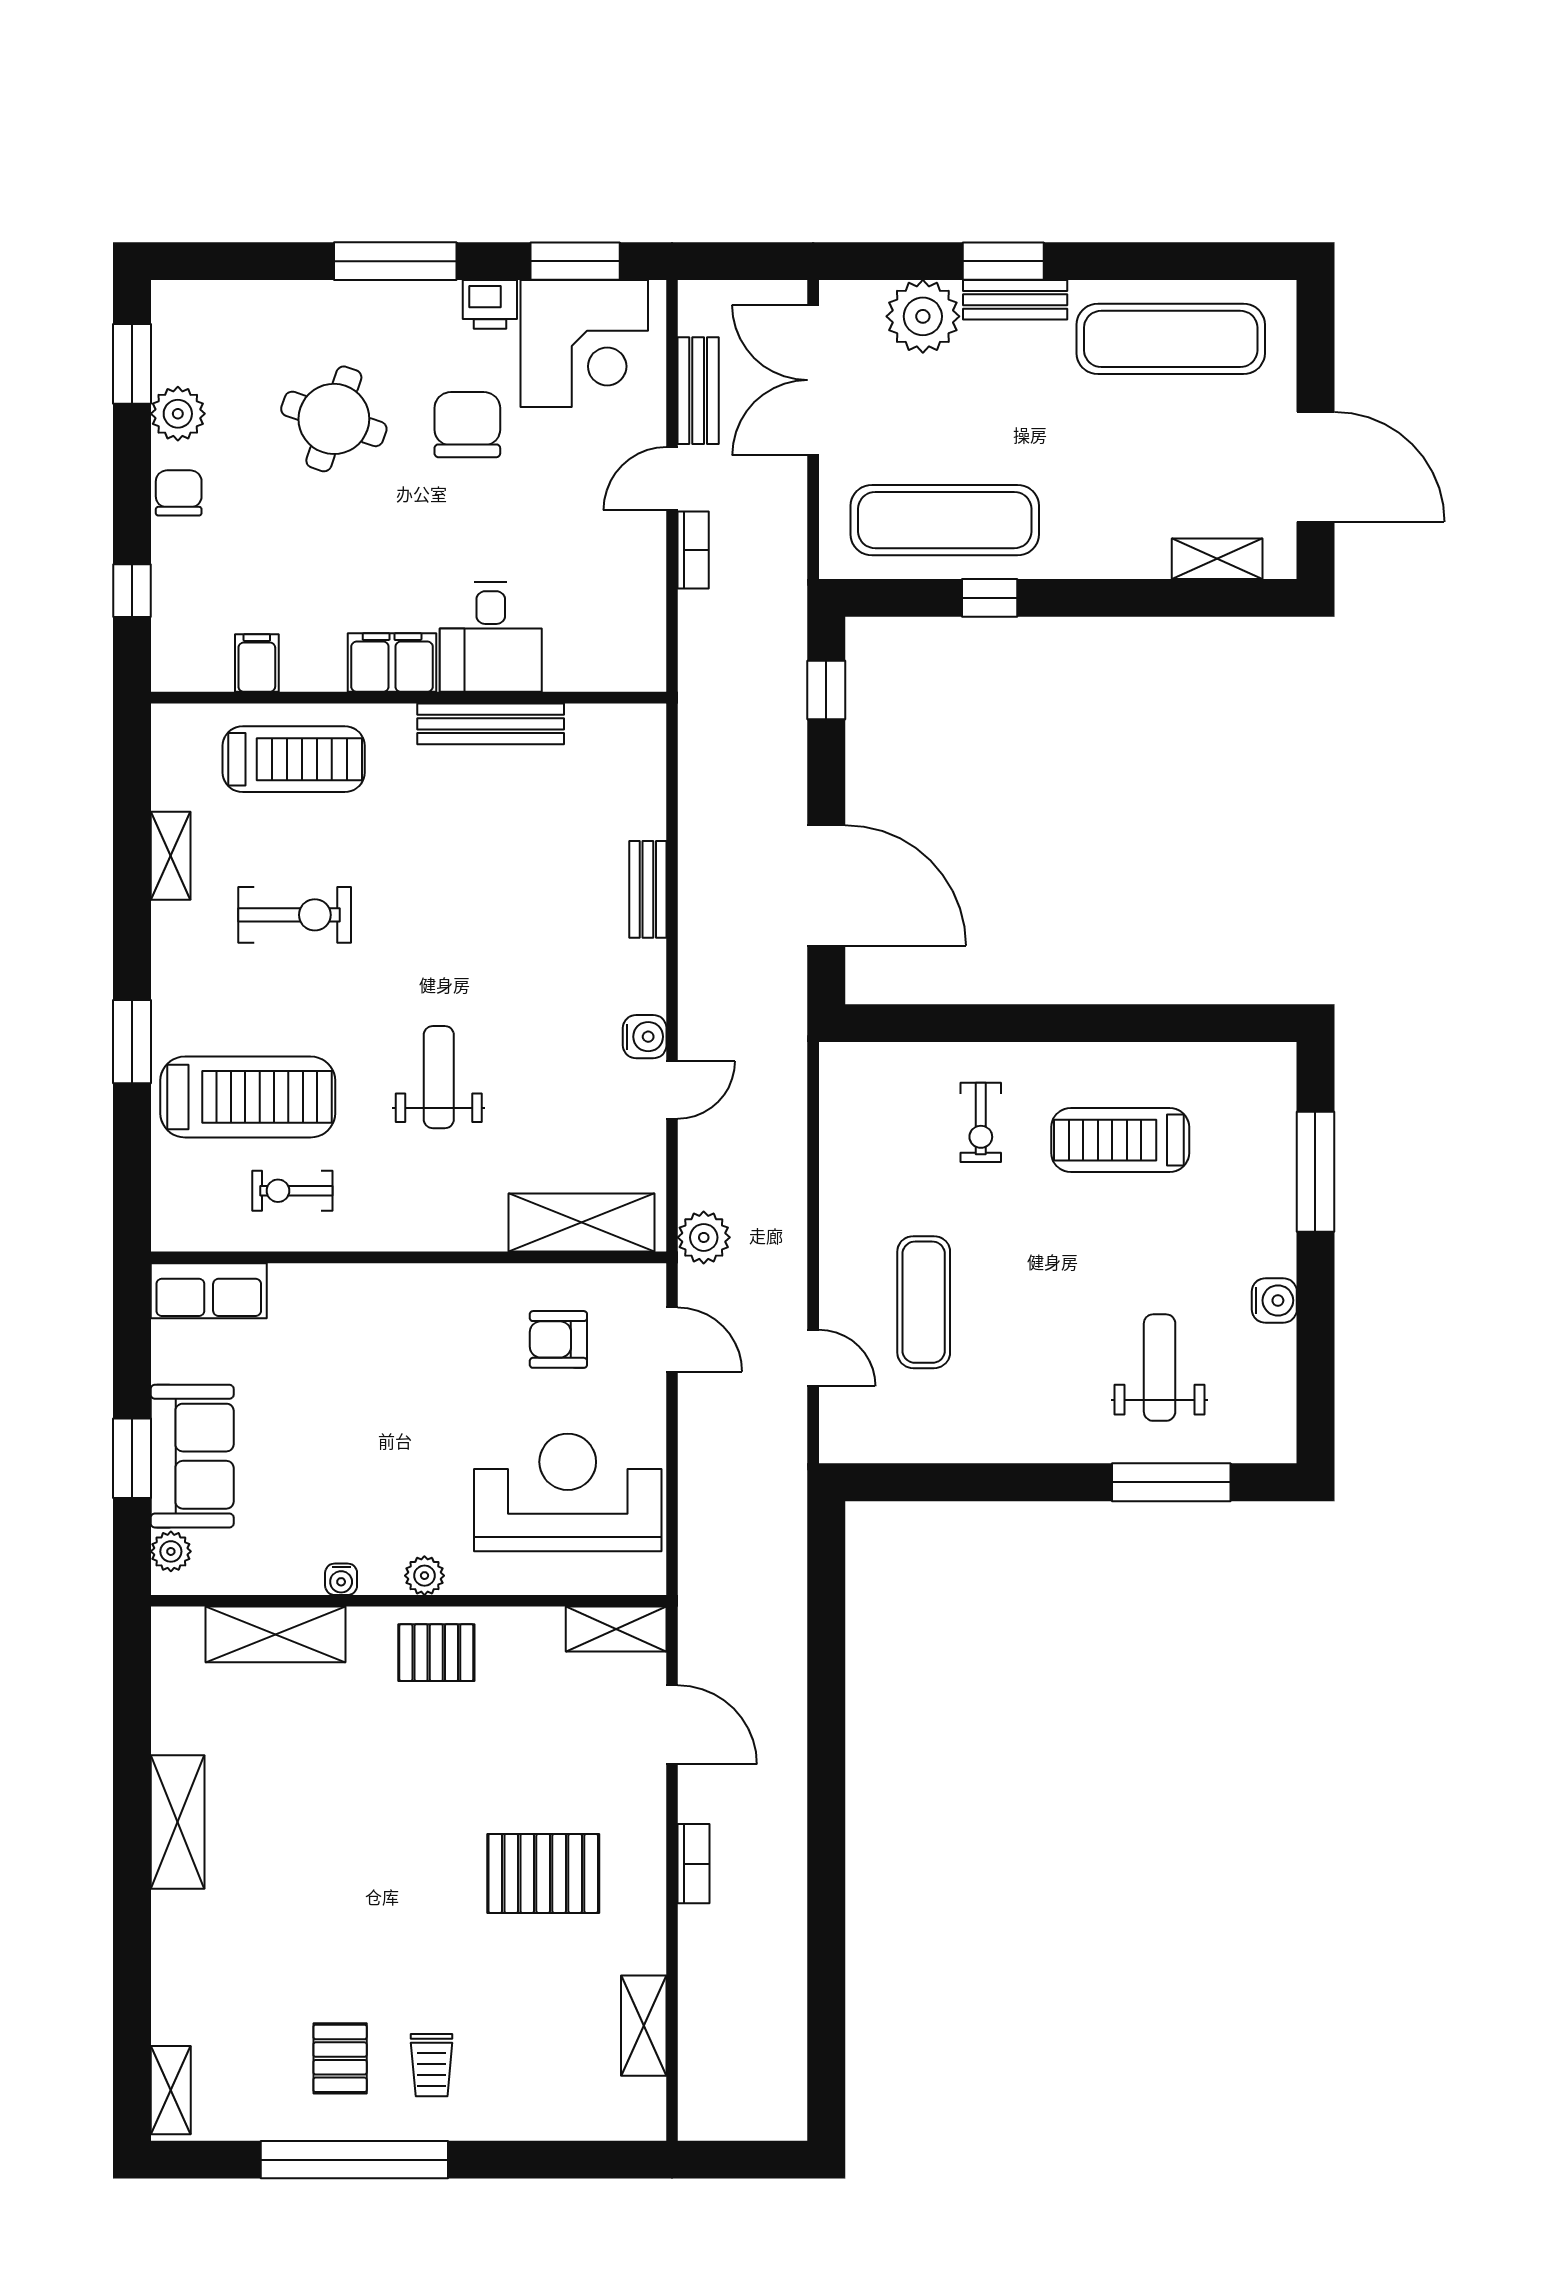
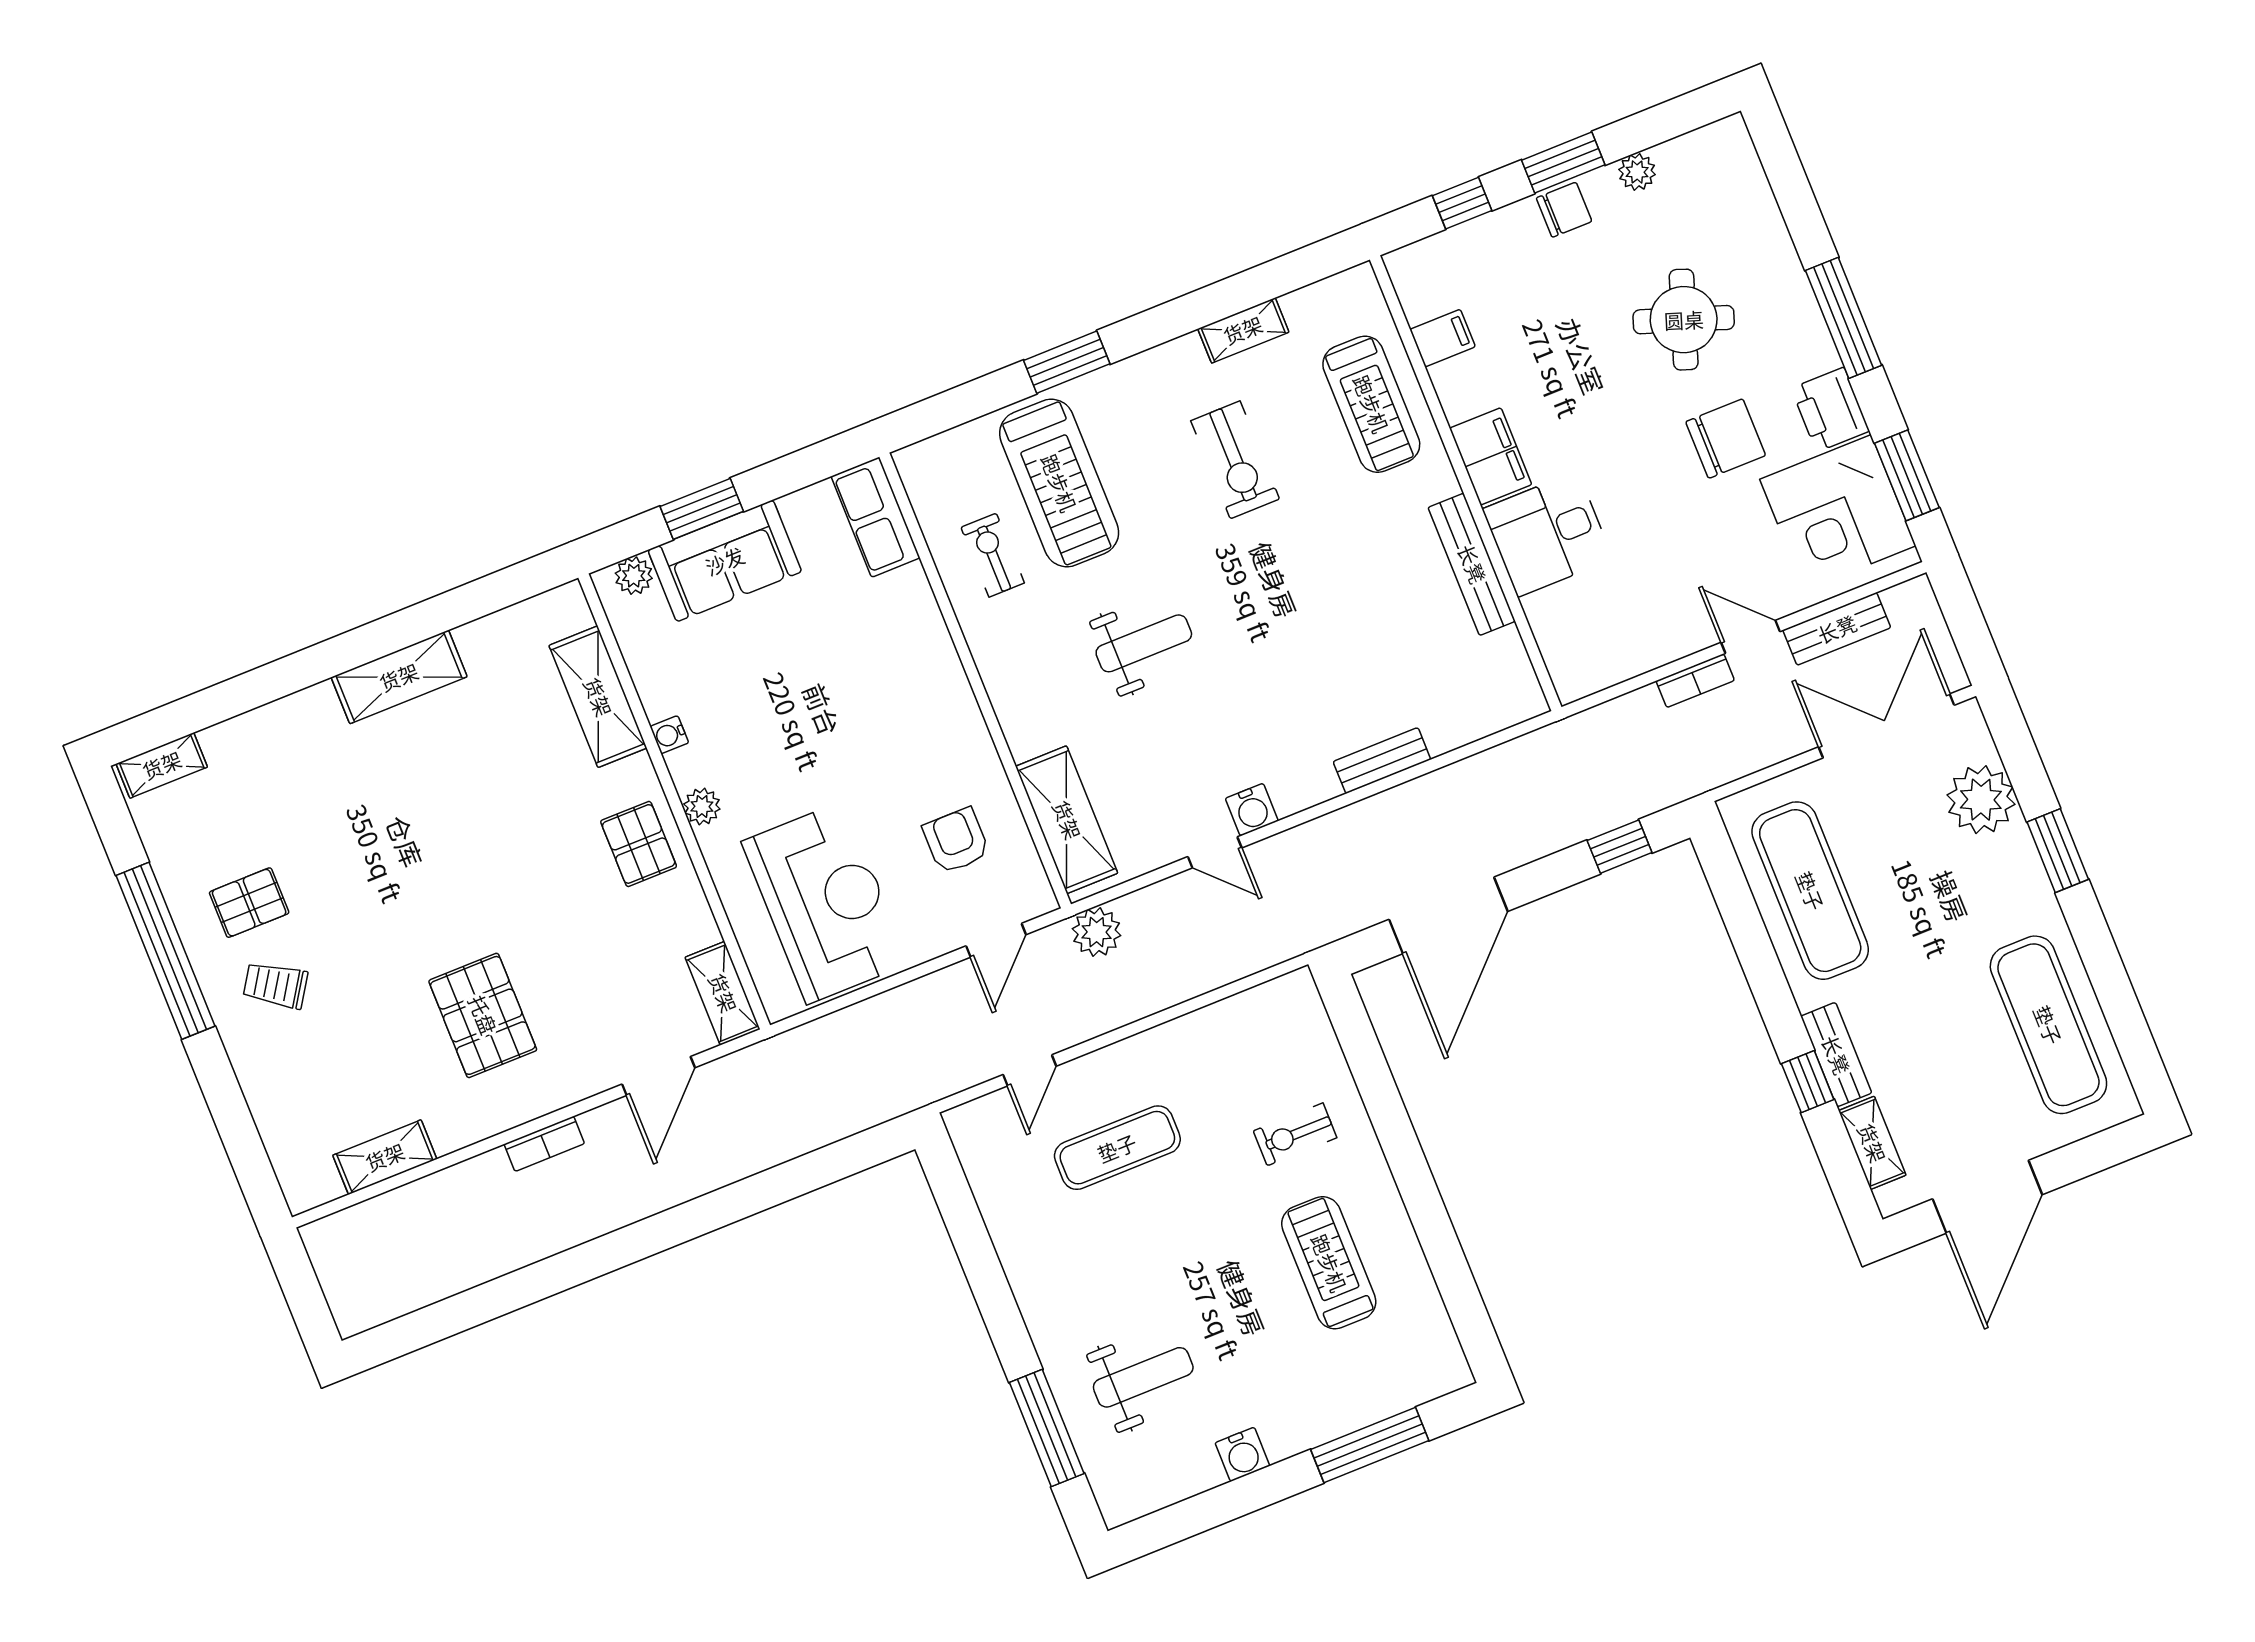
bench: (1015, 300) -> (1836, 1055), moved
printer: (490, 304) -> (1830, 410), width x1.36, depth x1.24
window: (132, 364) -> (1563, 163), moved
plant: (178, 414) -> (1637, 172), width x0.73, depth x0.73
window: (990, 598) -> (1808, 1082), moved
trolley: (432, 2065) -> (275, 985), turned 33

